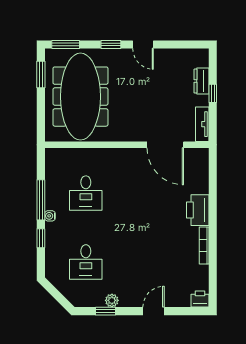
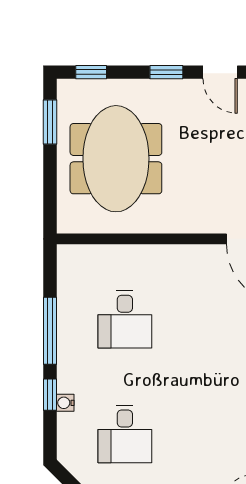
window: (66, 45) -> (91, 72), width x0.67
meeting table: (80, 97) -> (116, 159), width x0.73
water cooler: (50, 216) -> (65, 403), moved

